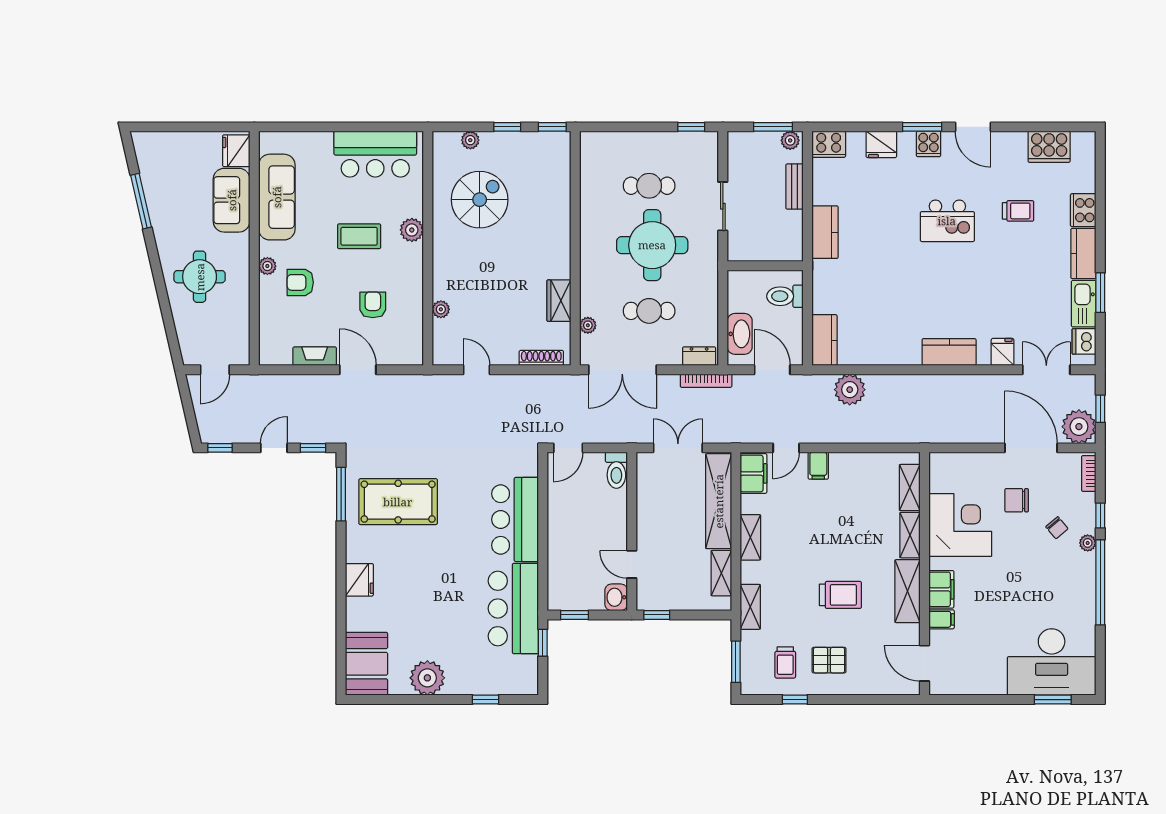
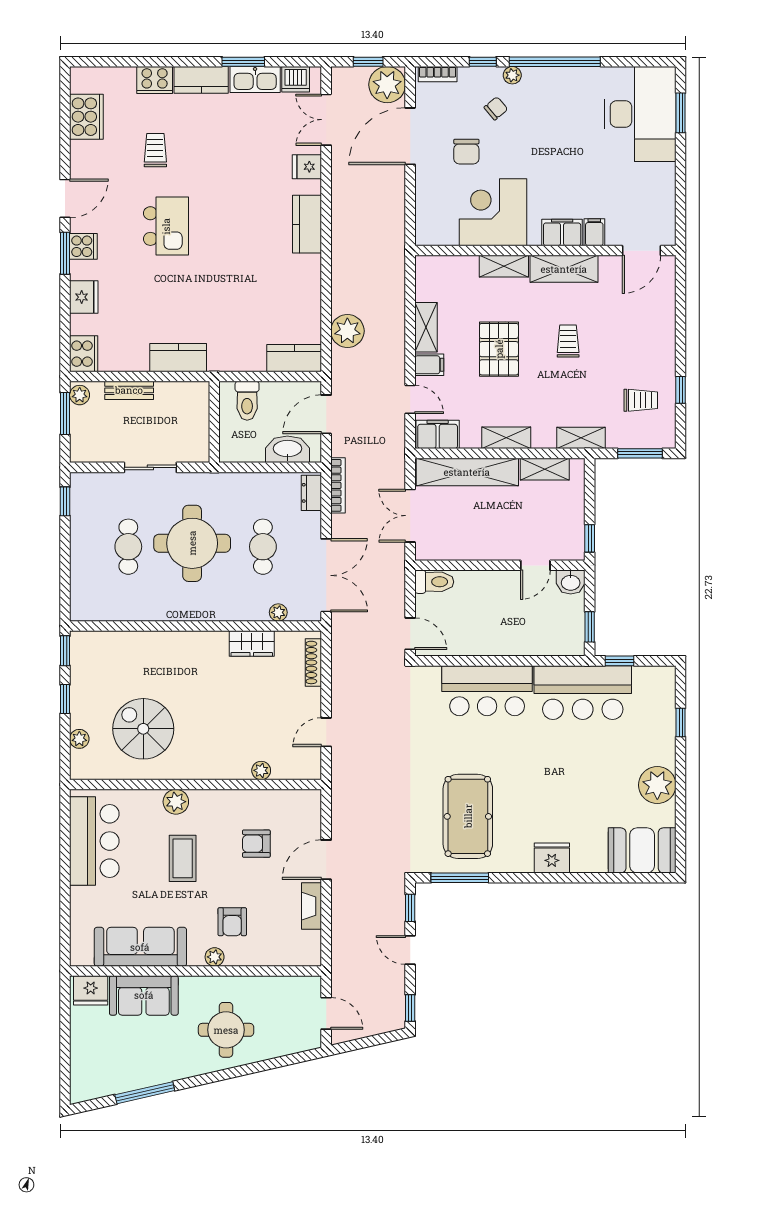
shelving: (910, 488) -> (426, 327), moved, turned 90
trolley: (840, 595) -> (568, 341), width x0.73, depth x0.72
pallet: (829, 660) -> (499, 349), moved, width x1.50, depth x1.42

